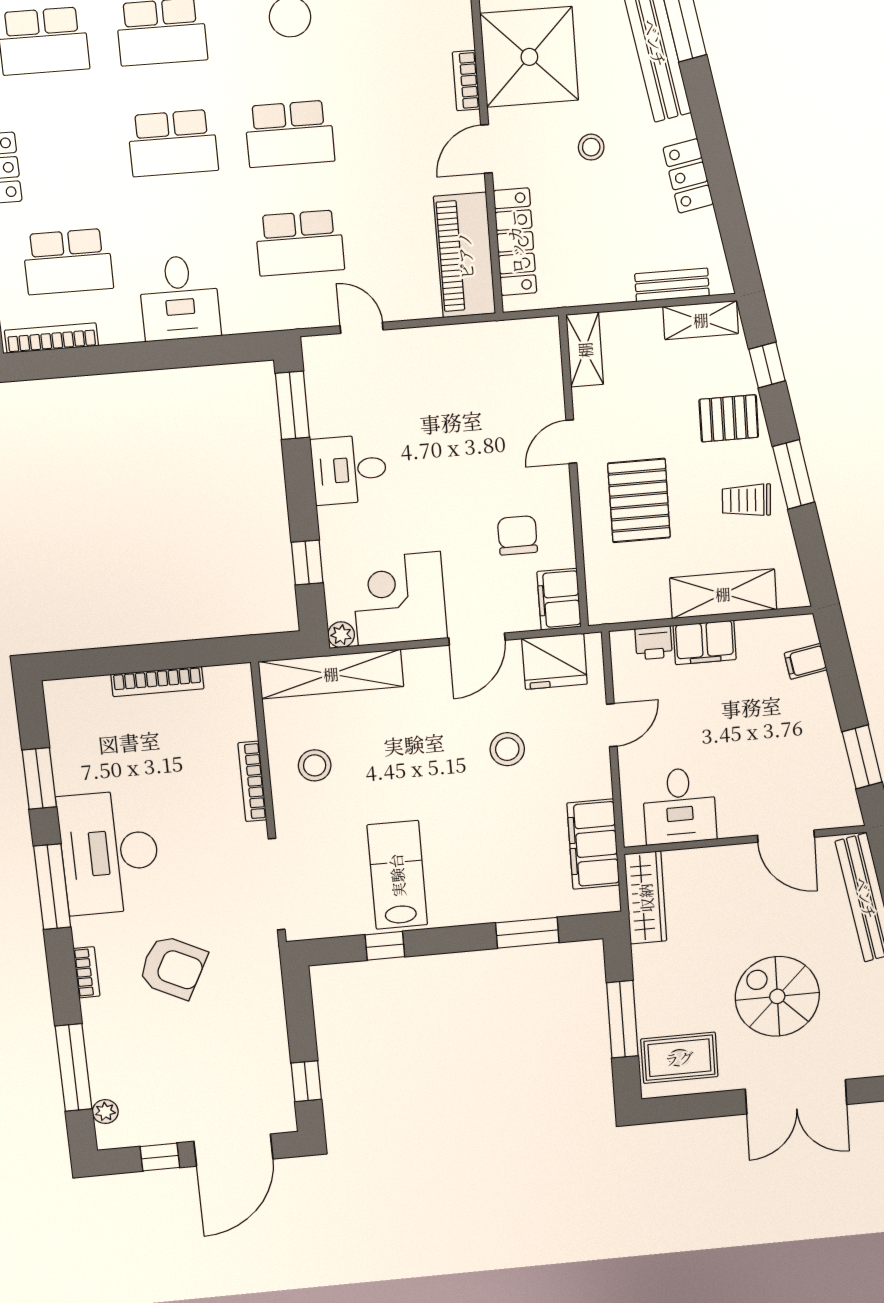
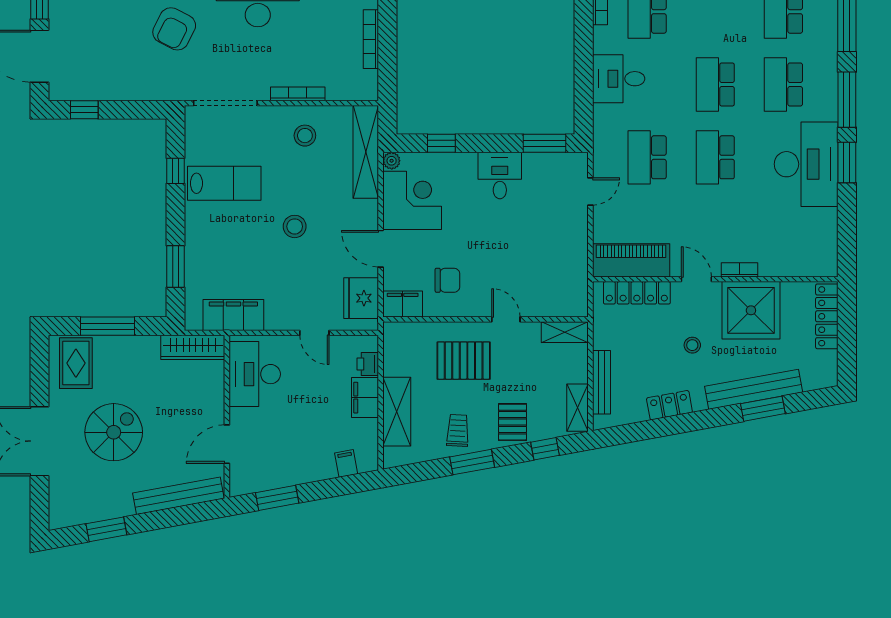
bench: (672, 285) -> (602, 382), width x1.36
stool: (507, 749) -> (295, 226), moved
desk: (679, 806) -> (255, 374), width x1.37

